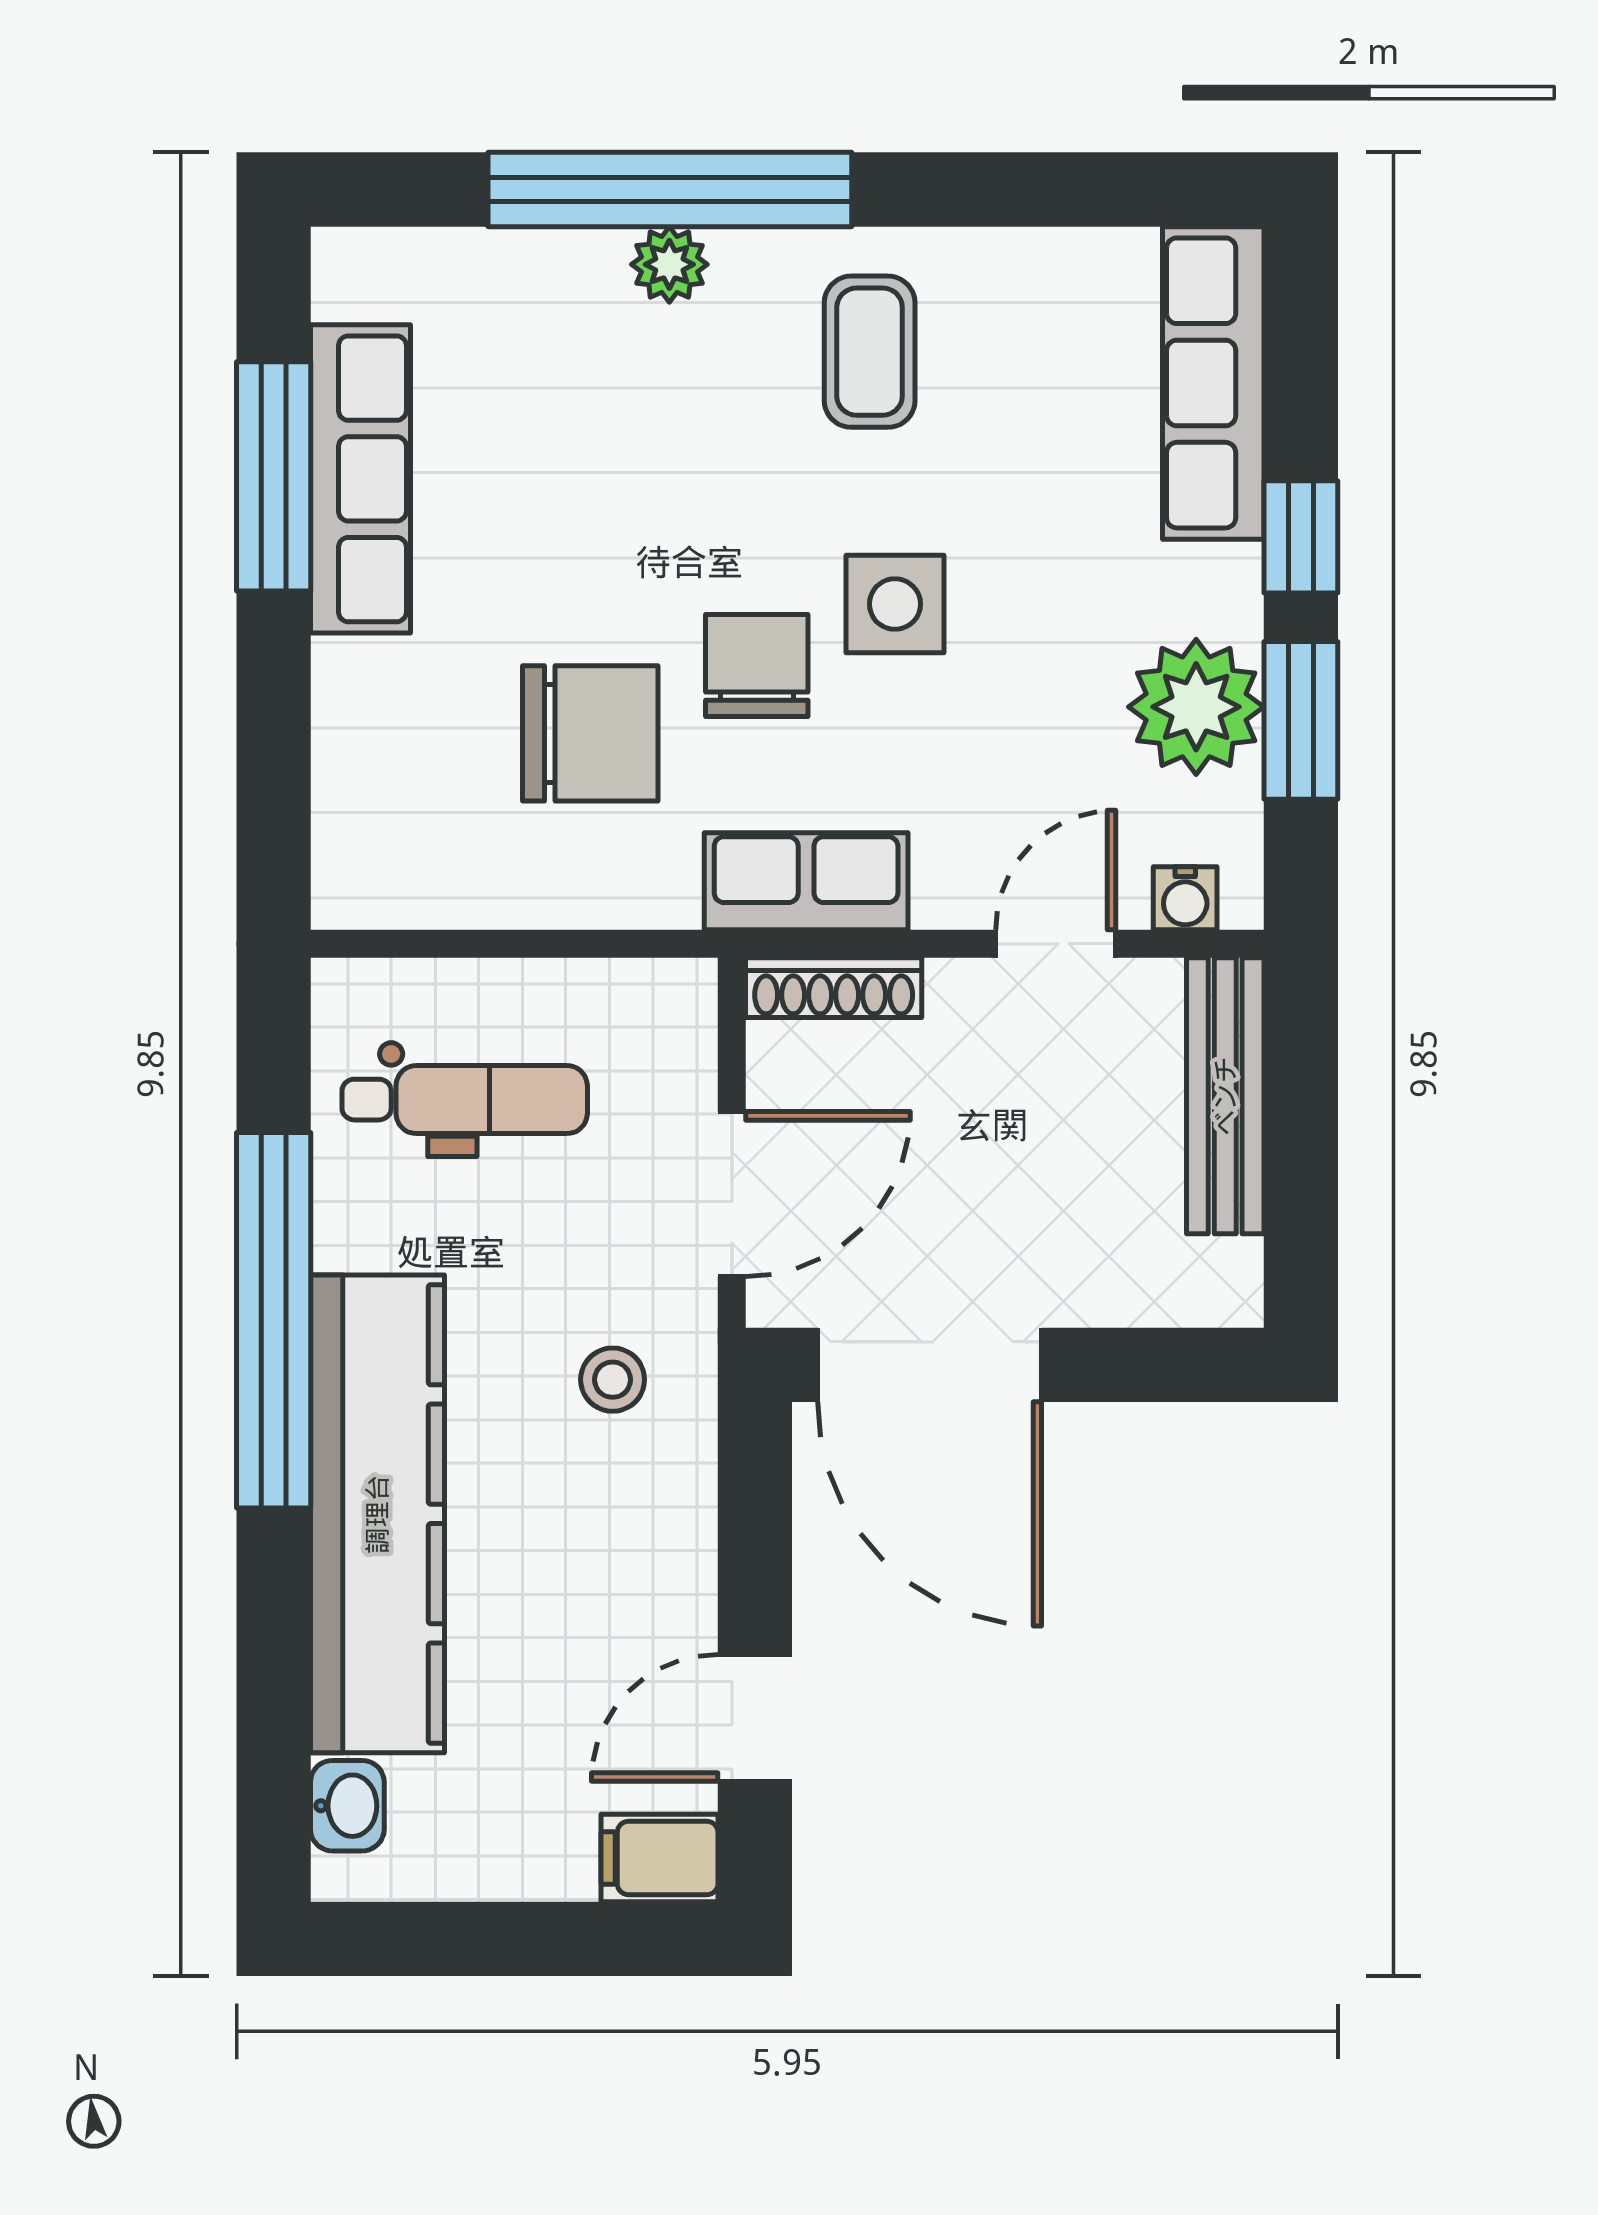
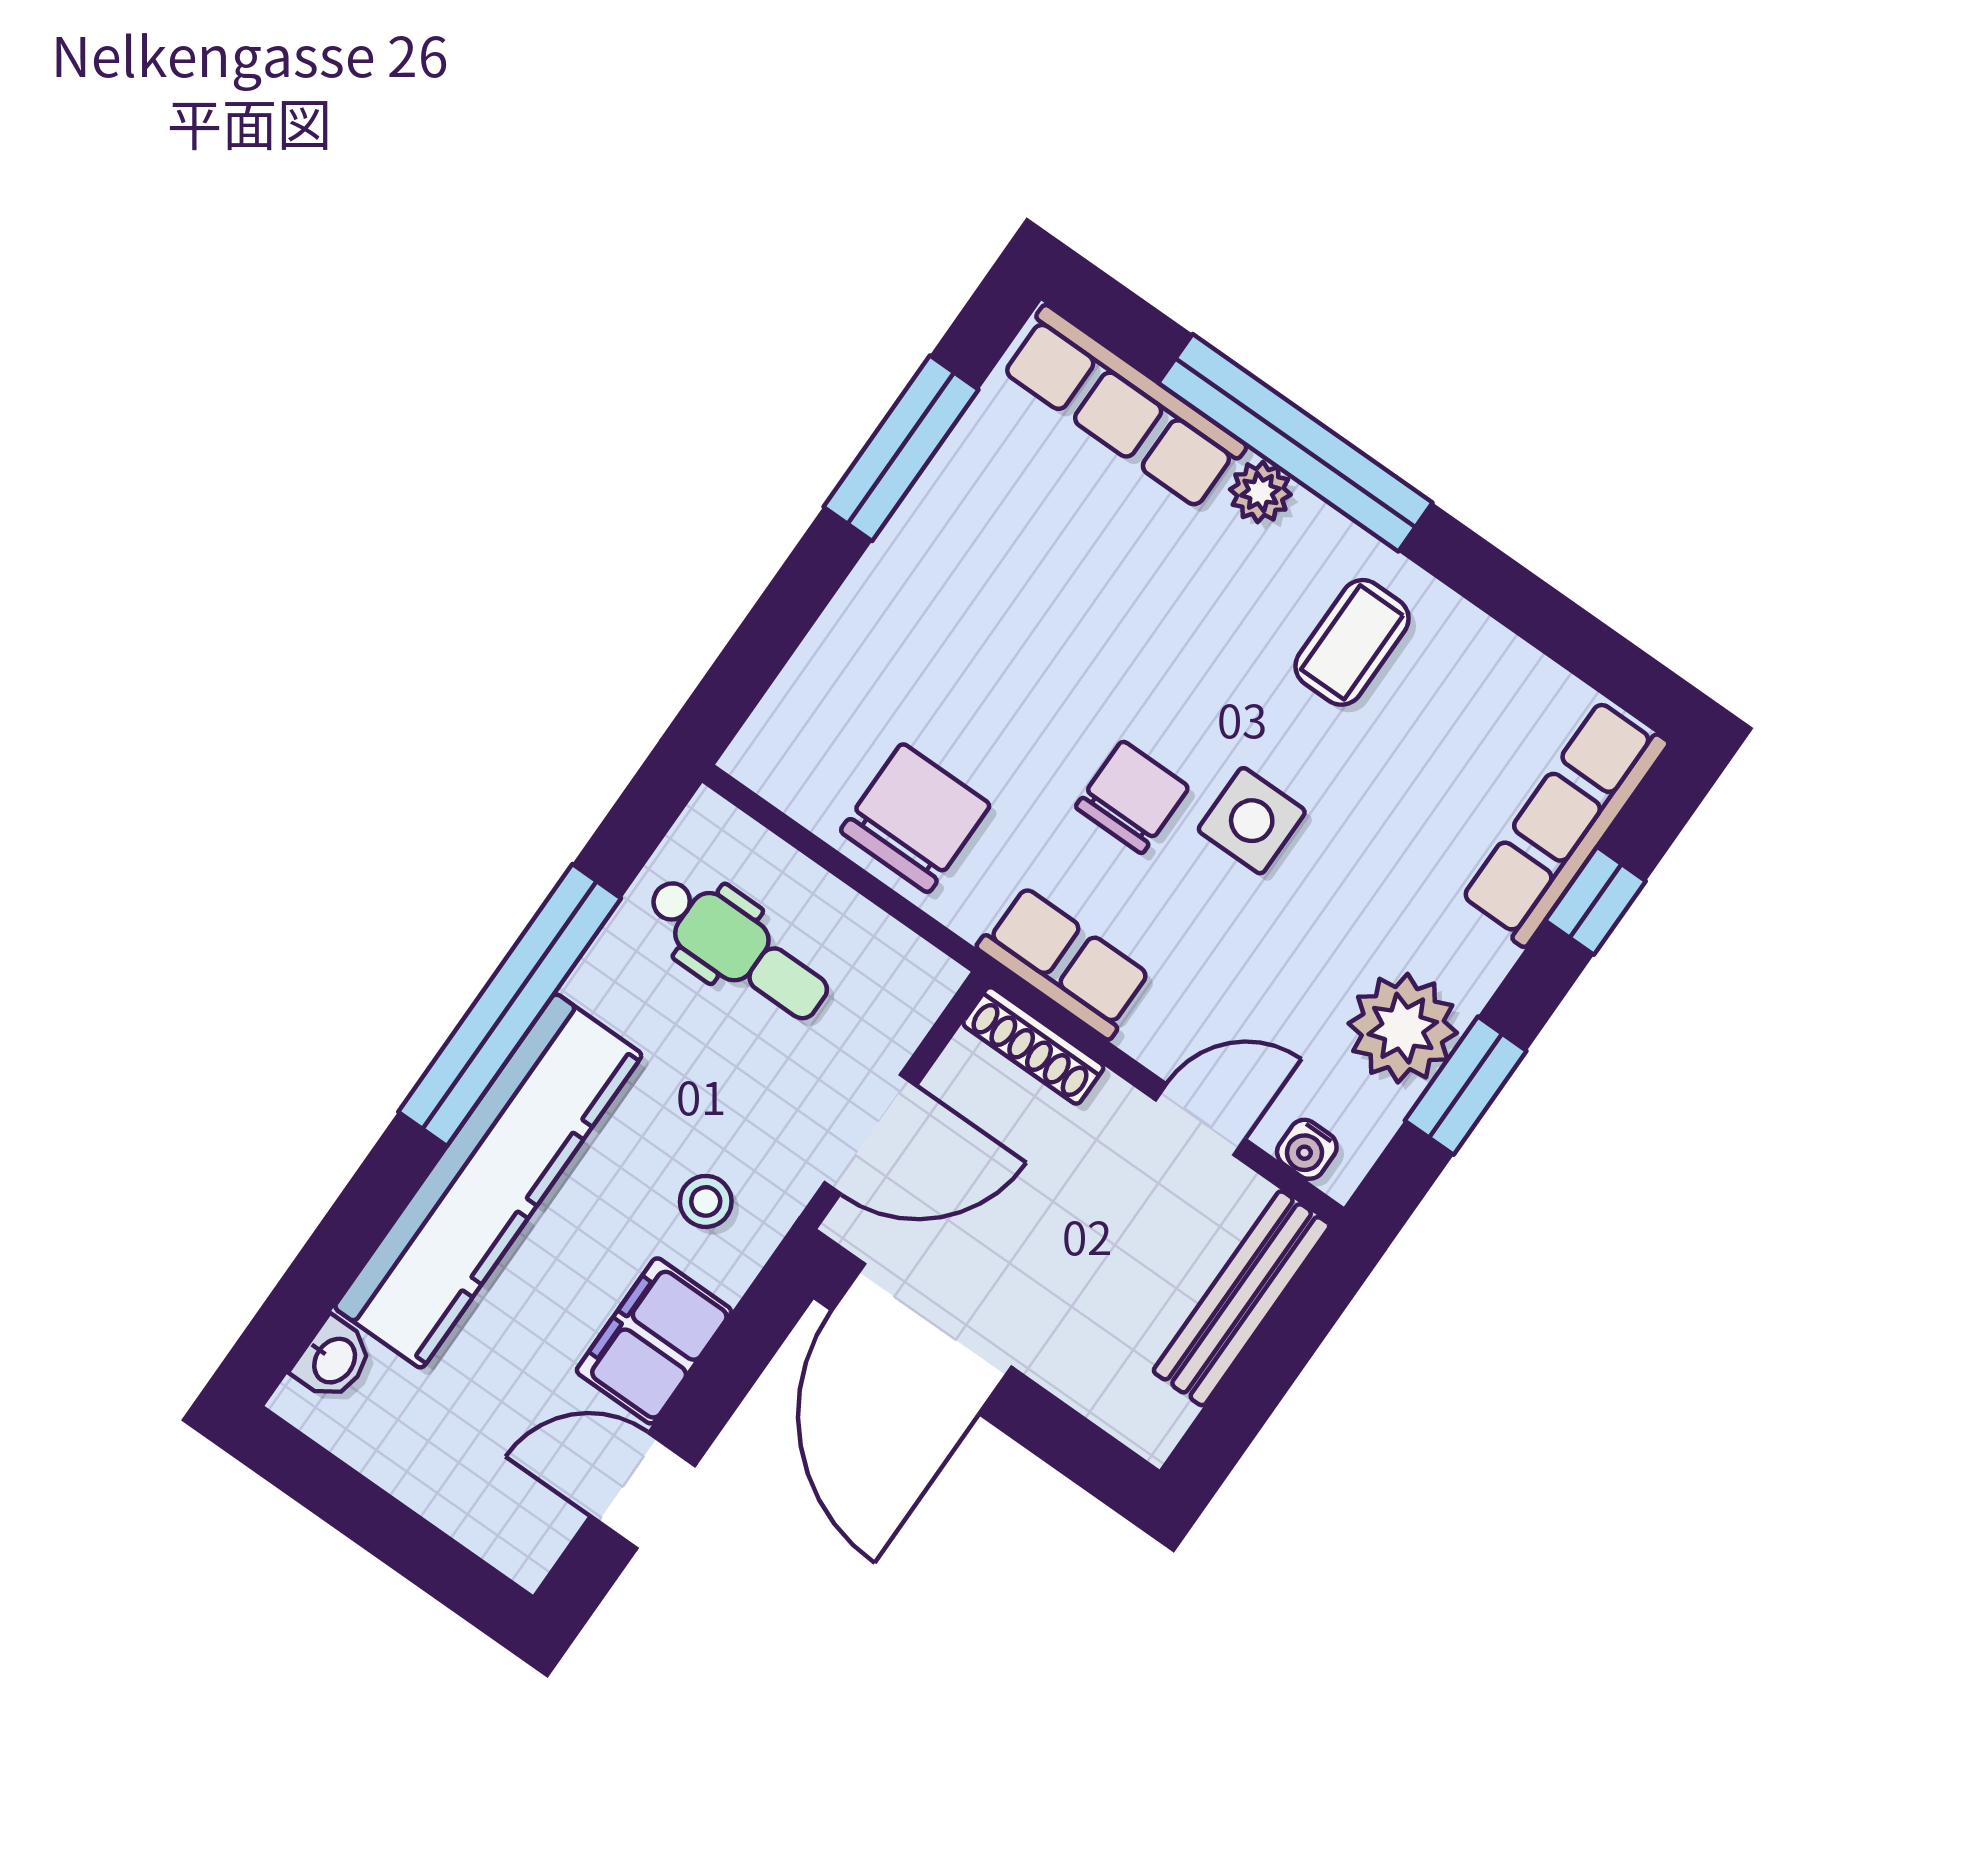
row of seats: (360, 479) -> (1123, 407), moved, turned 90
window: (1301, 537) -> (1596, 901), moved
chair: (590, 733) -> (915, 818), moved, turned -90
filing cabinet: (659, 1858) -> (654, 1341), moved, width x2.00

